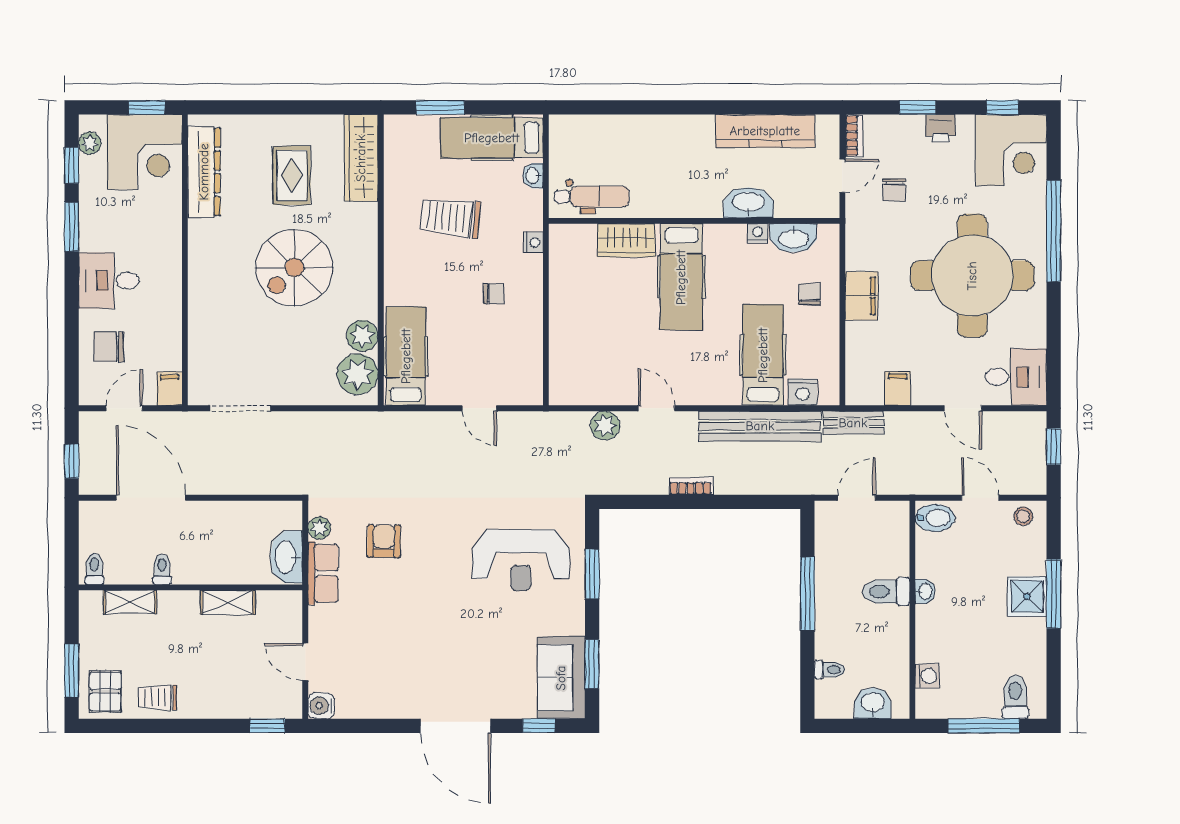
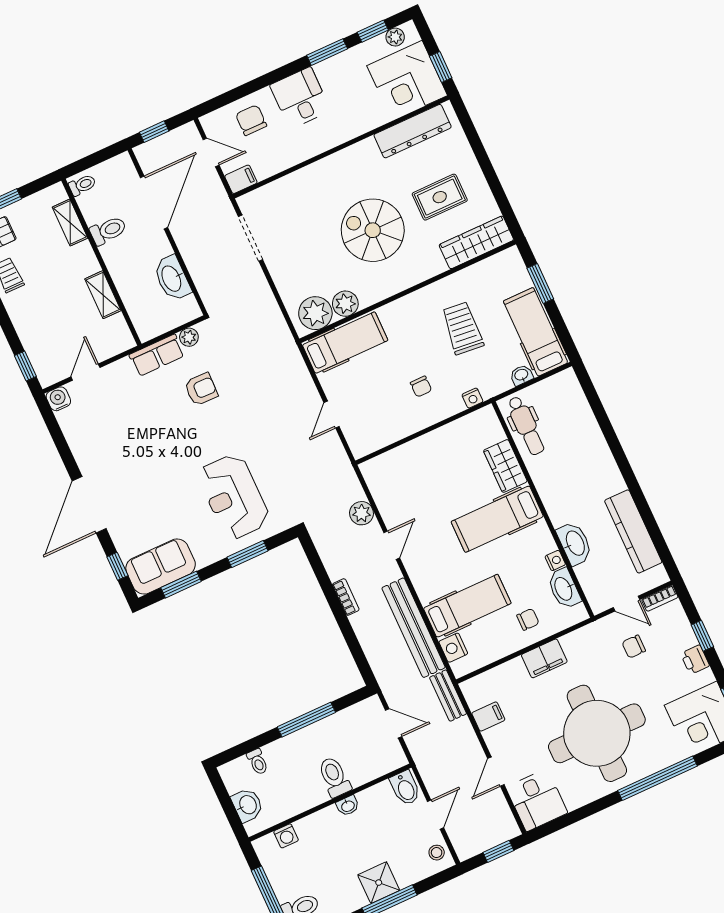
washbasin: (286, 557) -> (172, 278), moved, turned -90
toilet: (162, 569) -> (108, 230), width x1.37, depth x1.39

